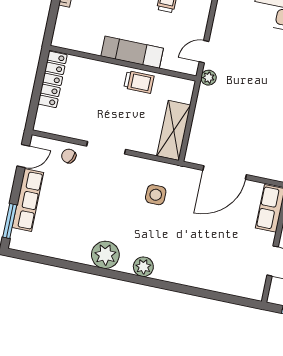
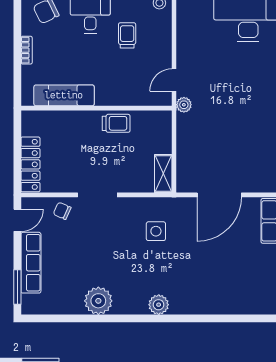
exam couch: (132, 52) -> (64, 95), moved
locker: (53, 79) -> (30, 164), moved
shelving: (174, 130) -> (163, 174), width x0.67, depth x0.75
plant: (105, 255) -> (98, 301), moved

